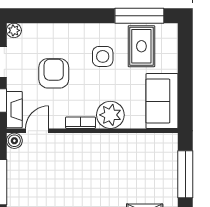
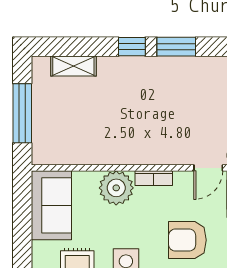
armchair: (54, 73) -> (187, 240), turned 90

